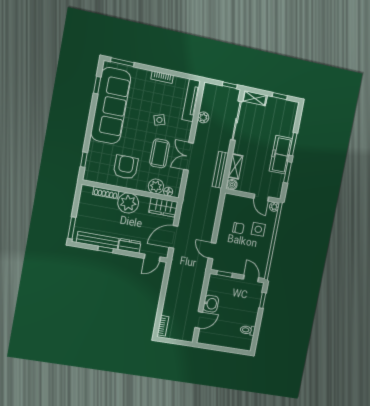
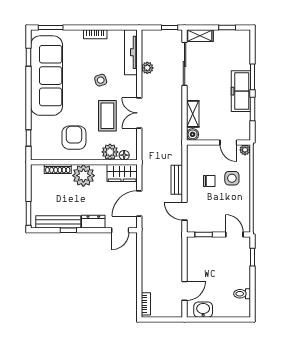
bench: (220, 170) -> (177, 180), moved, width x0.73
washbasin: (211, 304) -> (203, 310), moved, turned -90

